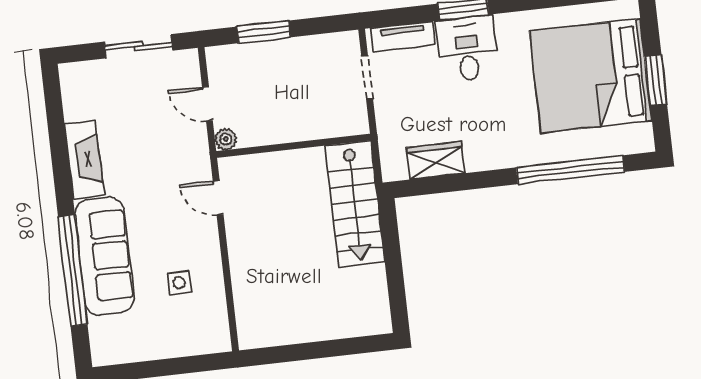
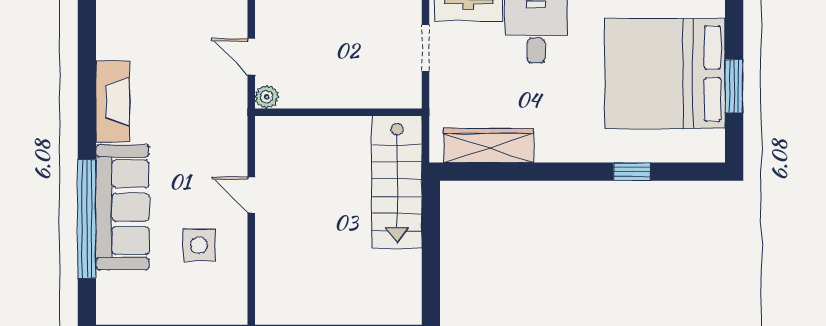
wardrobe: (436, 160) -> (489, 145), width x1.50
window: (570, 170) -> (632, 172), width x0.32
door: (218, 198) -> (251, 195), moved
side table: (179, 283) -> (199, 245), width x1.37, depth x1.37

